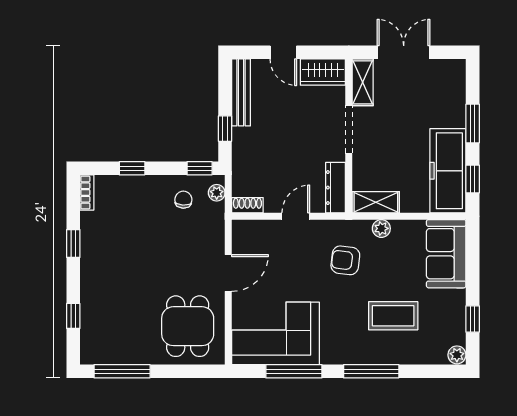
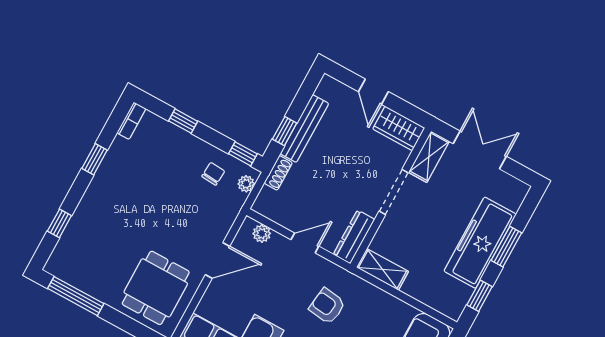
bench: (241, 92) -> (304, 129), moved
freezer: (448, 171) -> (480, 243), moved
shoe rack: (247, 205) -> (278, 173), moved, turned 90
plant: (381, 228) -> (262, 233), moved

